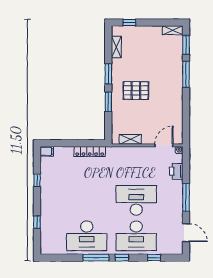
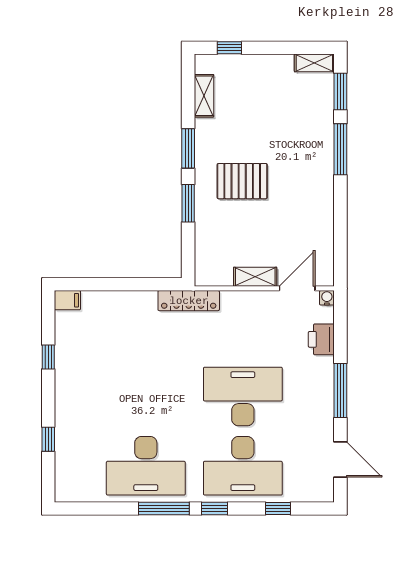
shelving: (130, 139) -> (255, 277), moved
locker: (90, 152) -> (189, 301), moved

